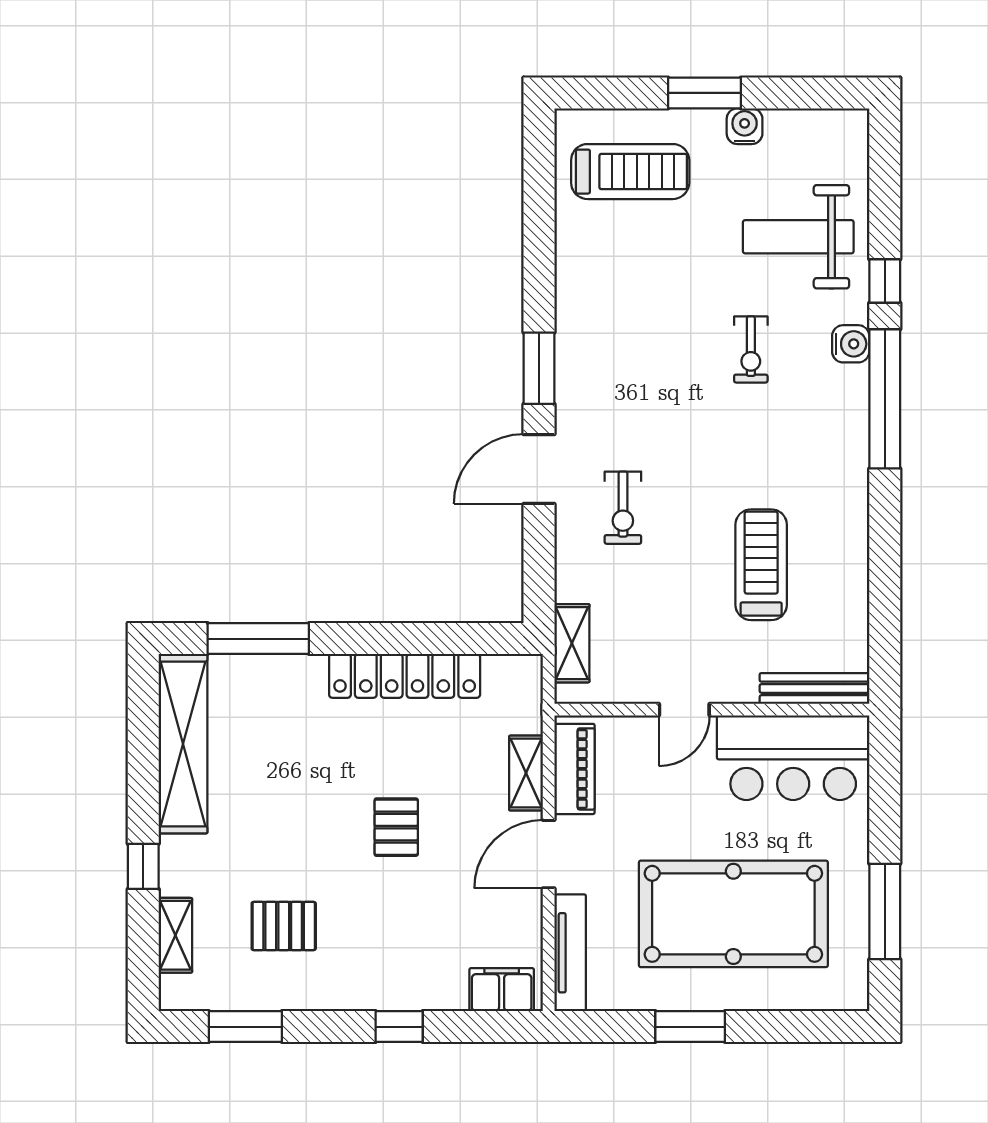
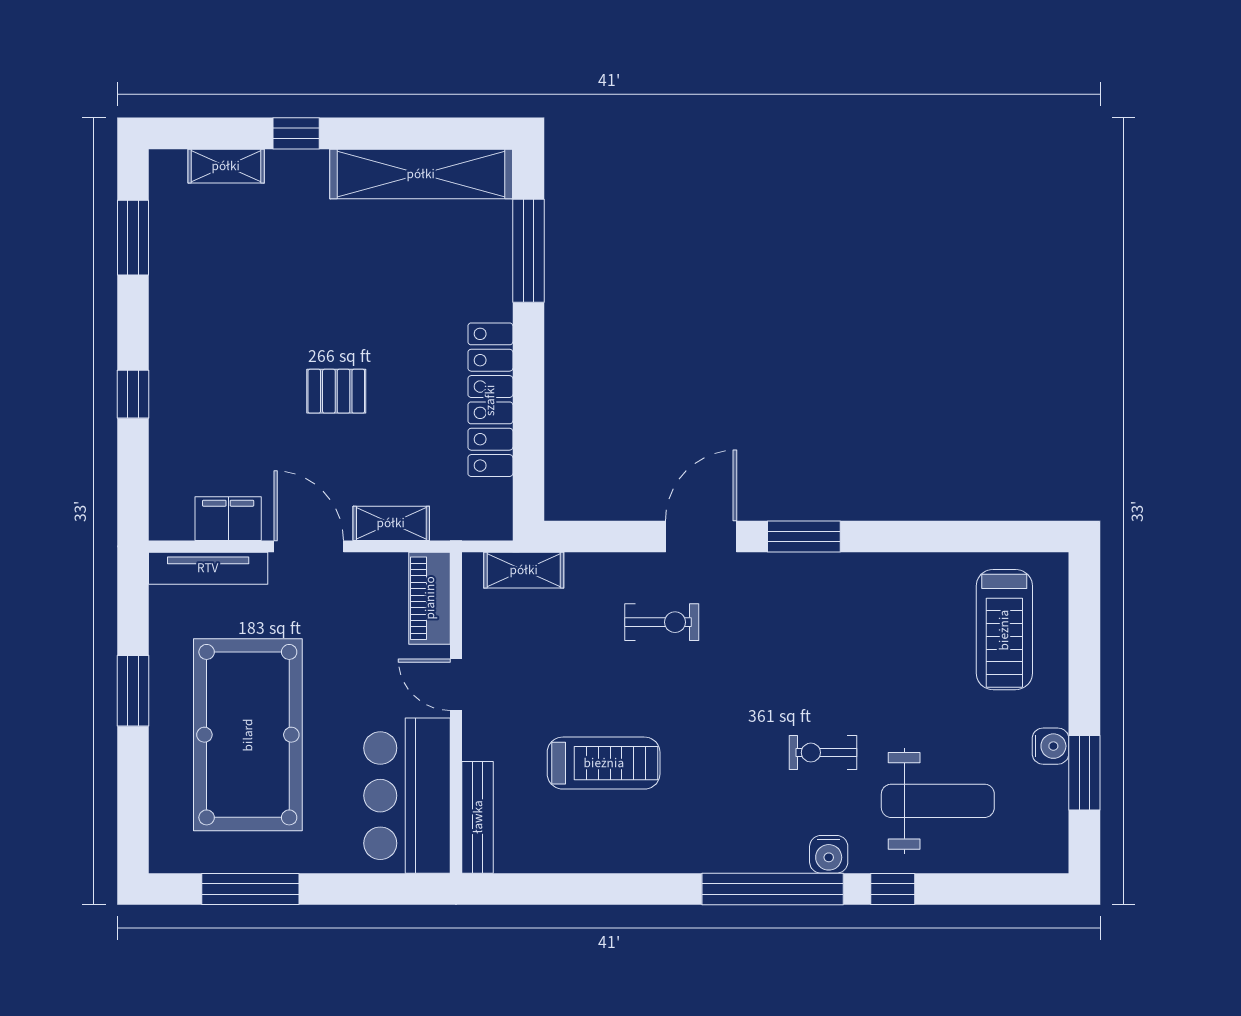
window: (705, 93) -> (1084, 773), moved
weight bench: (798, 237) -> (938, 801), turned 90
door: (539, 469) -> (701, 537), hinge flipped
exercise bike: (623, 508) -> (662, 622), turned 180
piano: (574, 769) -> (430, 598), moved, turned 90
pallet: (284, 926) -> (235, 276), removed
filing cabinet: (502, 990) -> (228, 519), moved, turned -90

